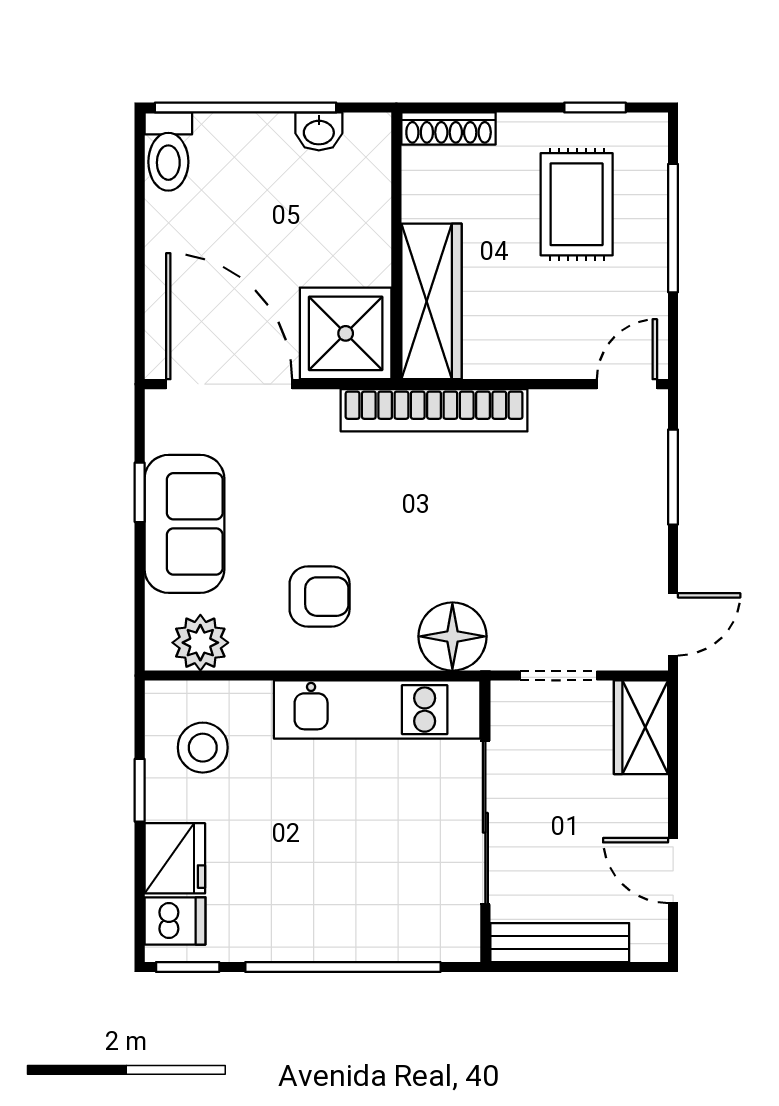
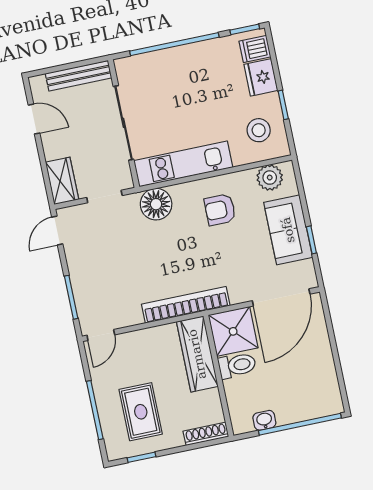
toilet: (168, 152) -> (237, 365), moved, turned 90
door: (229, 384) -> (281, 297), hinge flipped

